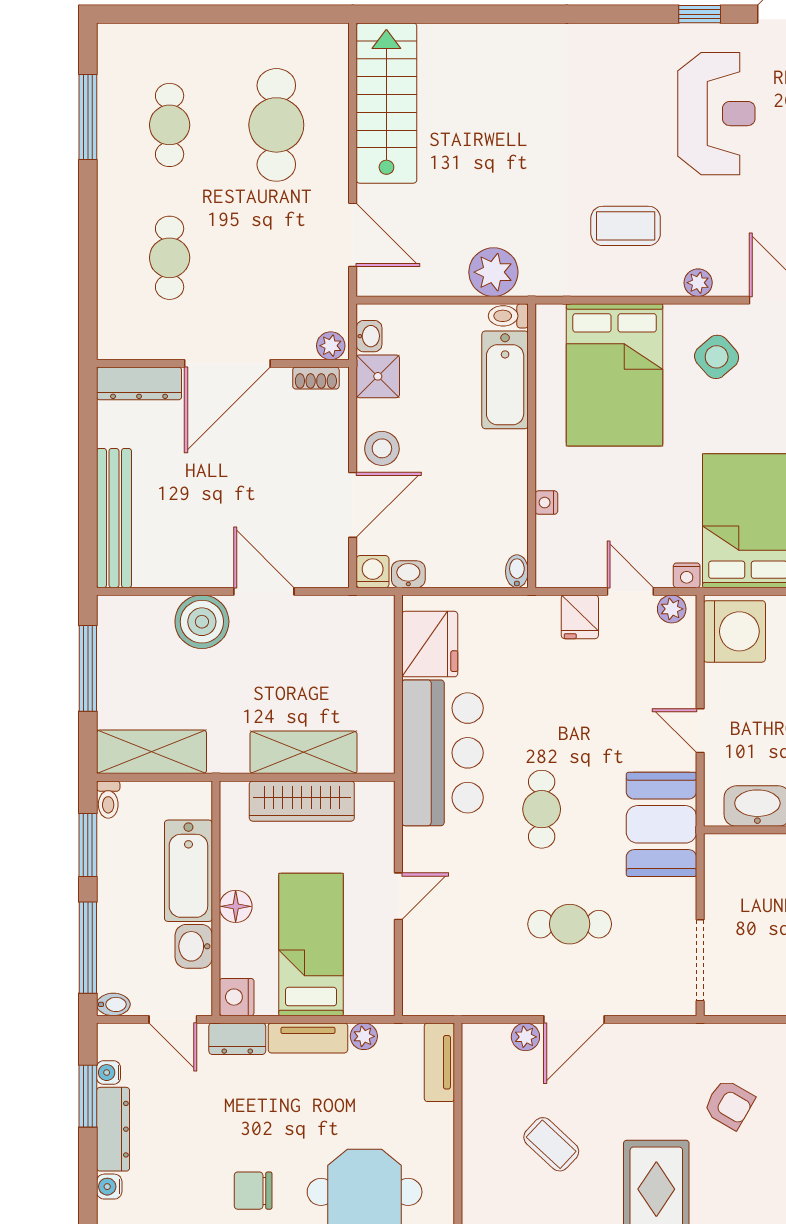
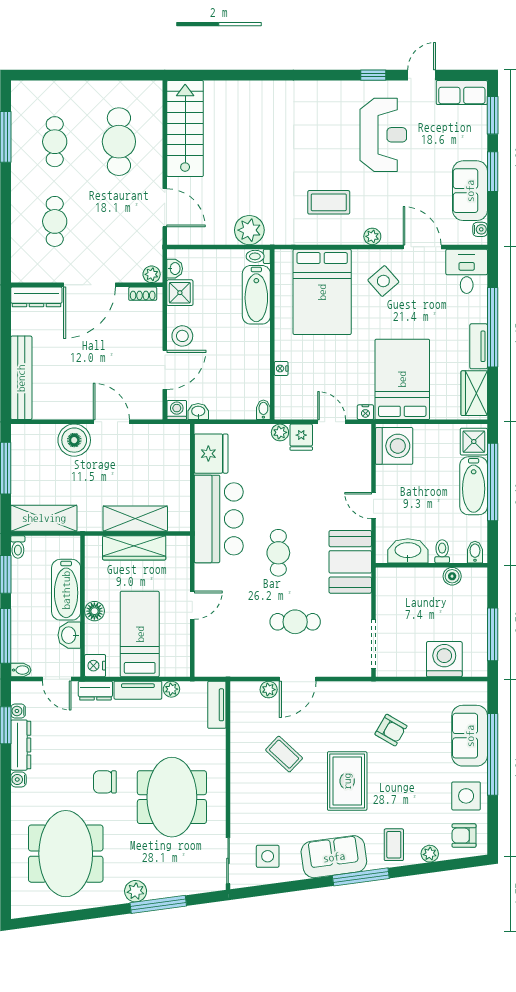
plant: (672, 609) -> (280, 432), moved

